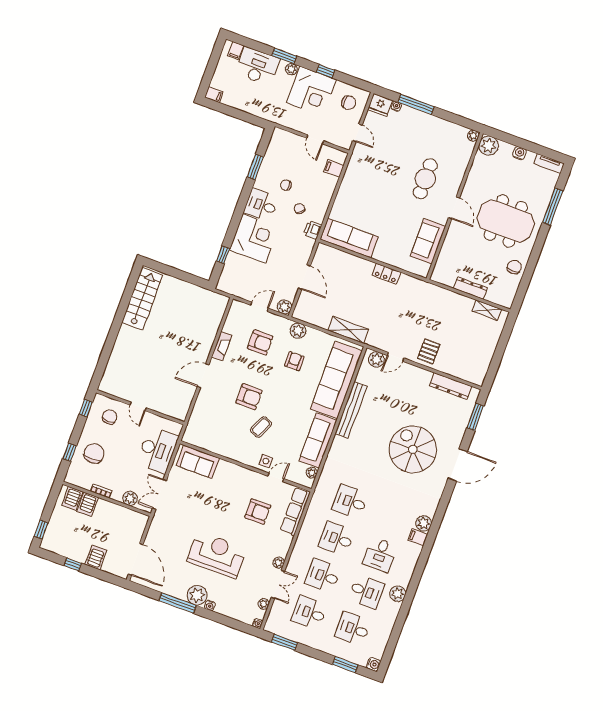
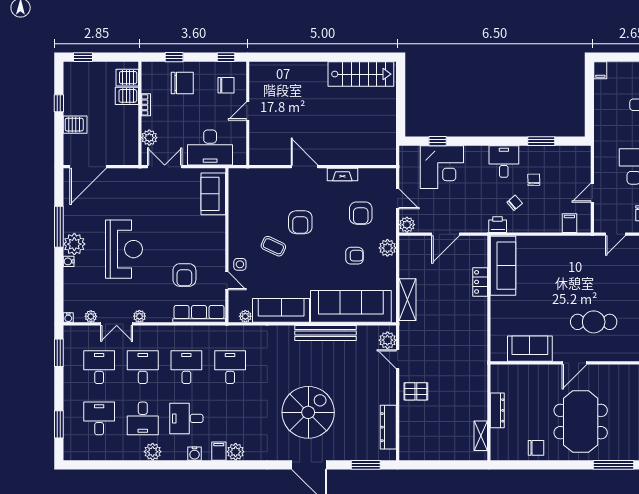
corner desk: (254, 239) -> (442, 167), moved
locker: (386, 274) -> (480, 282), moved
water cooler: (374, 664) -> (195, 454), moved

